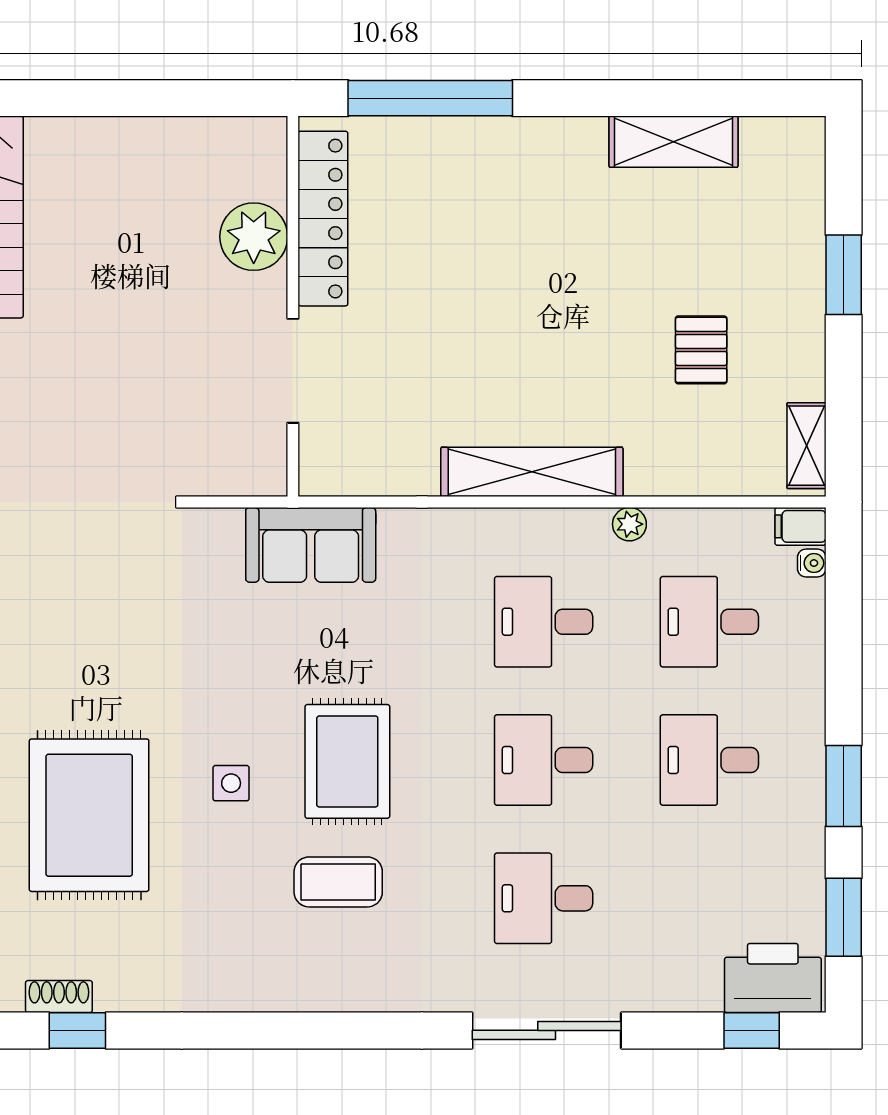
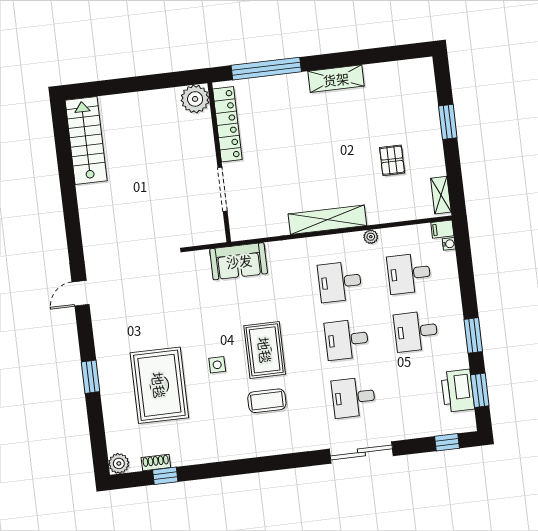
shelving: (674, 142) -> (336, 79), moved
plant: (254, 237) -> (195, 99), moved
printer: (773, 978) -> (458, 391), moved, turned -90

